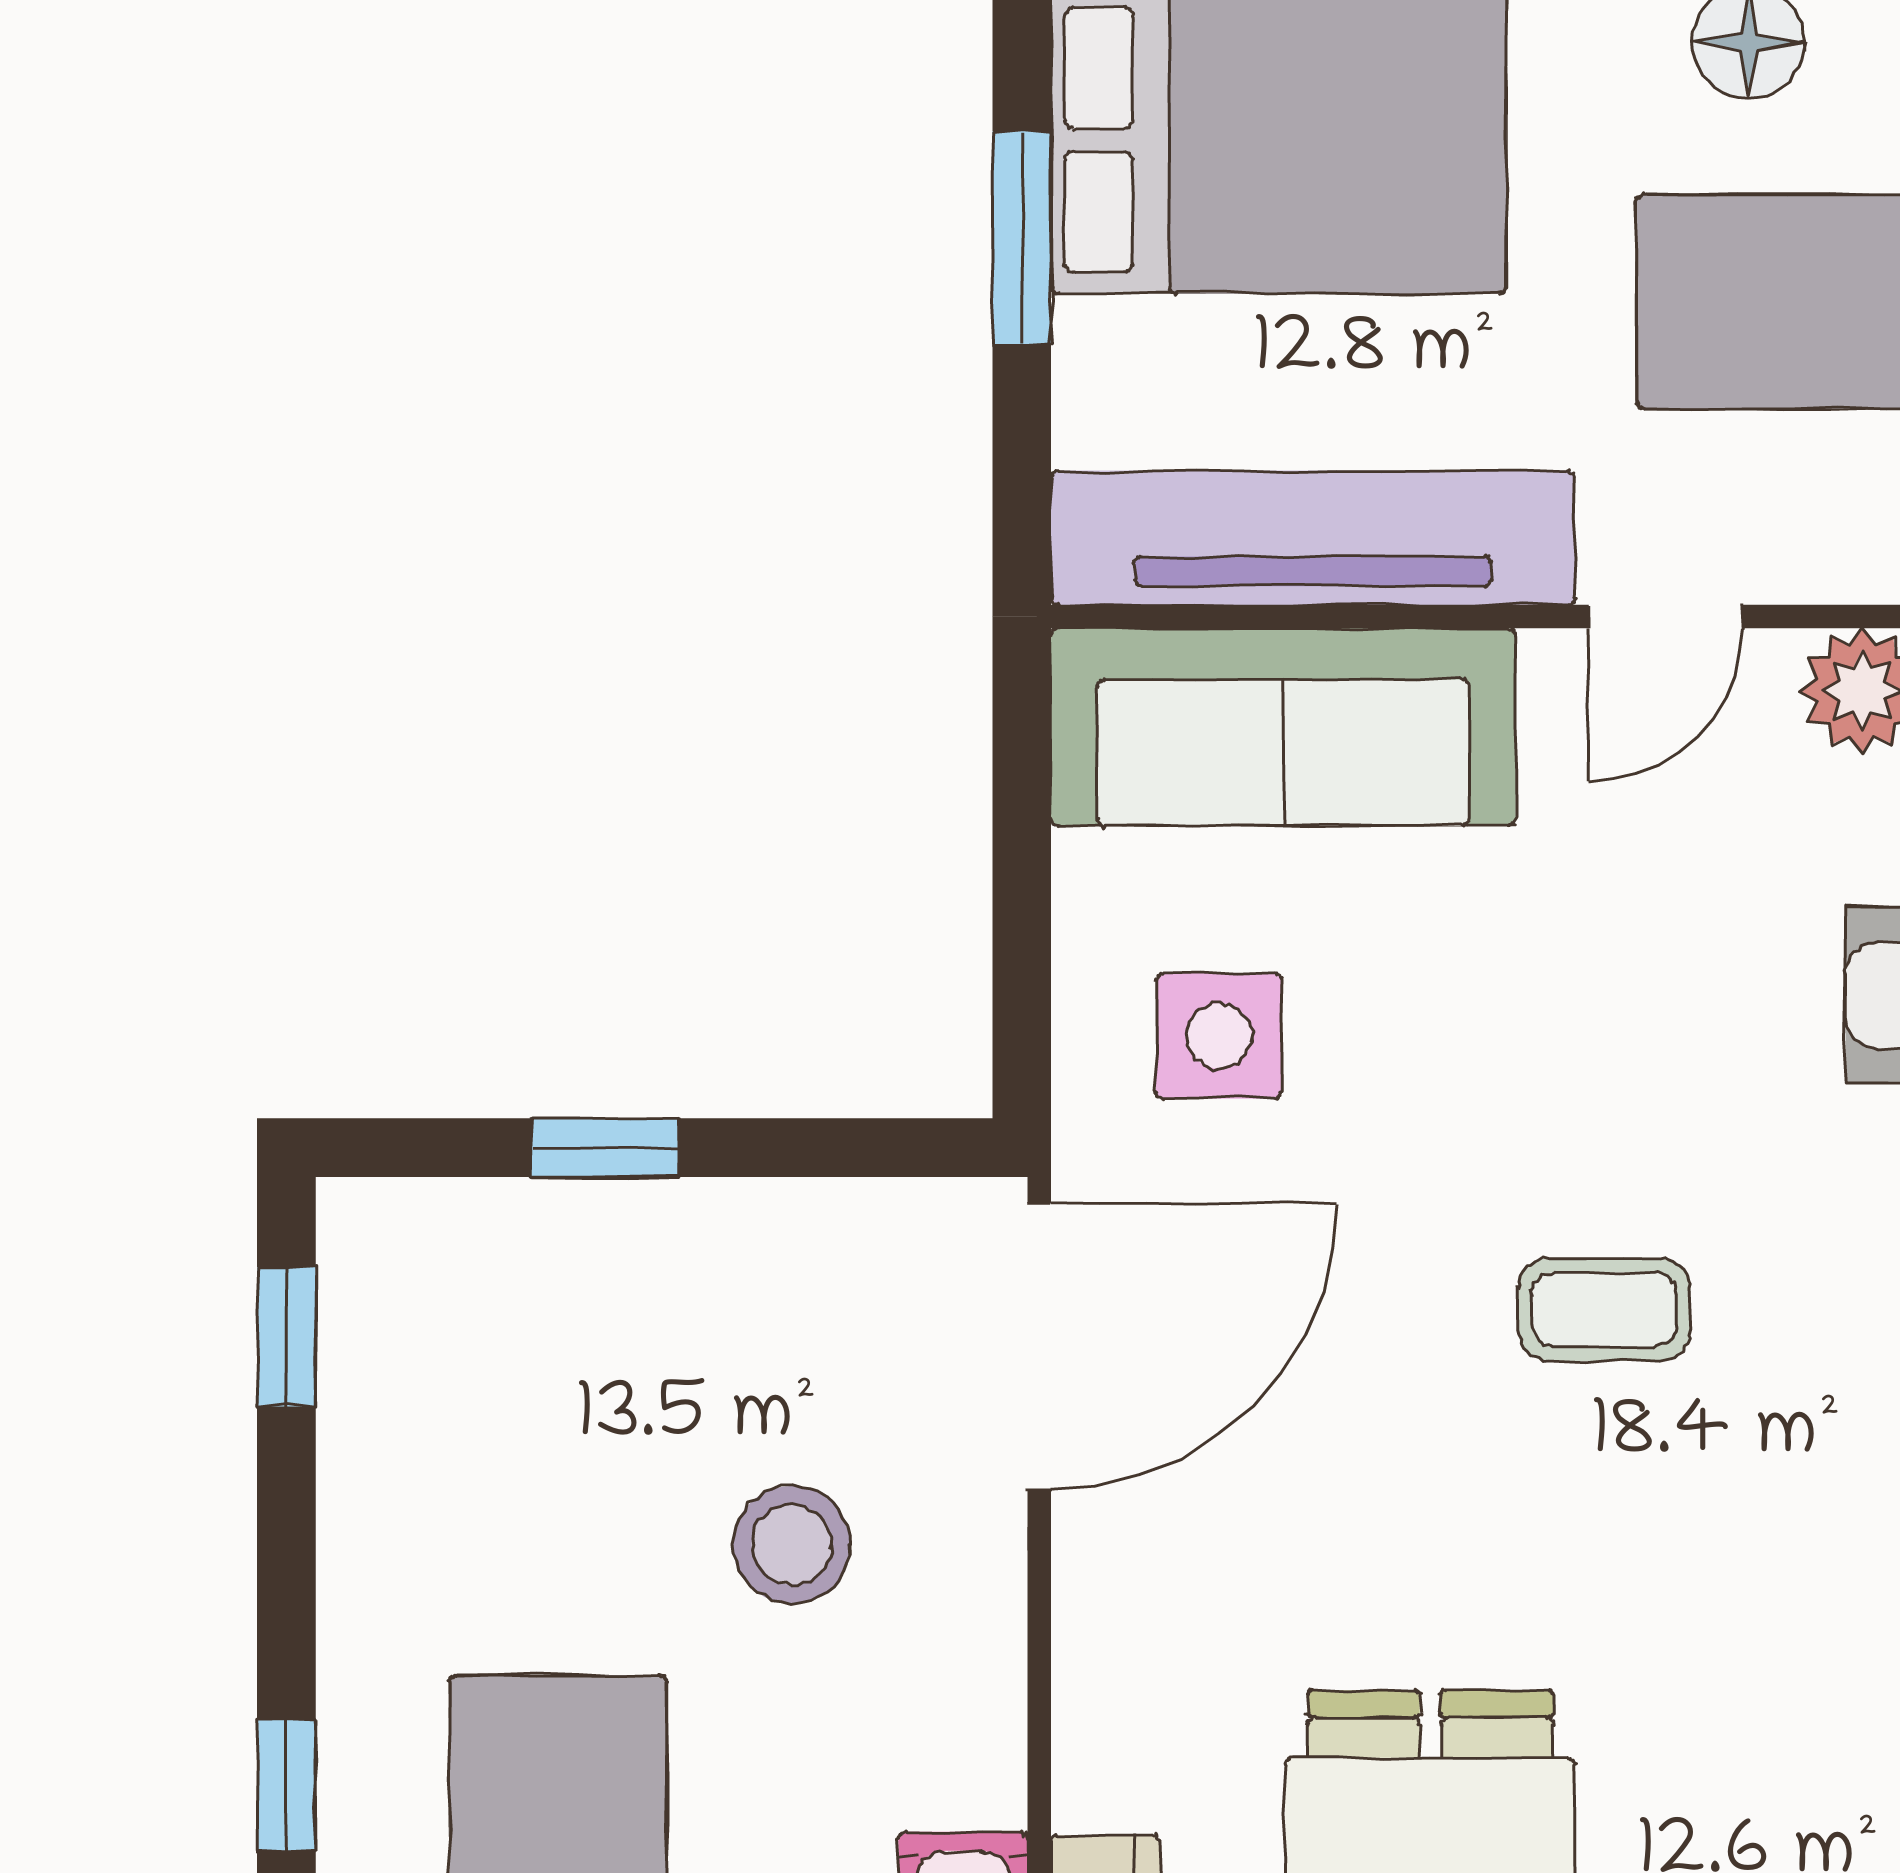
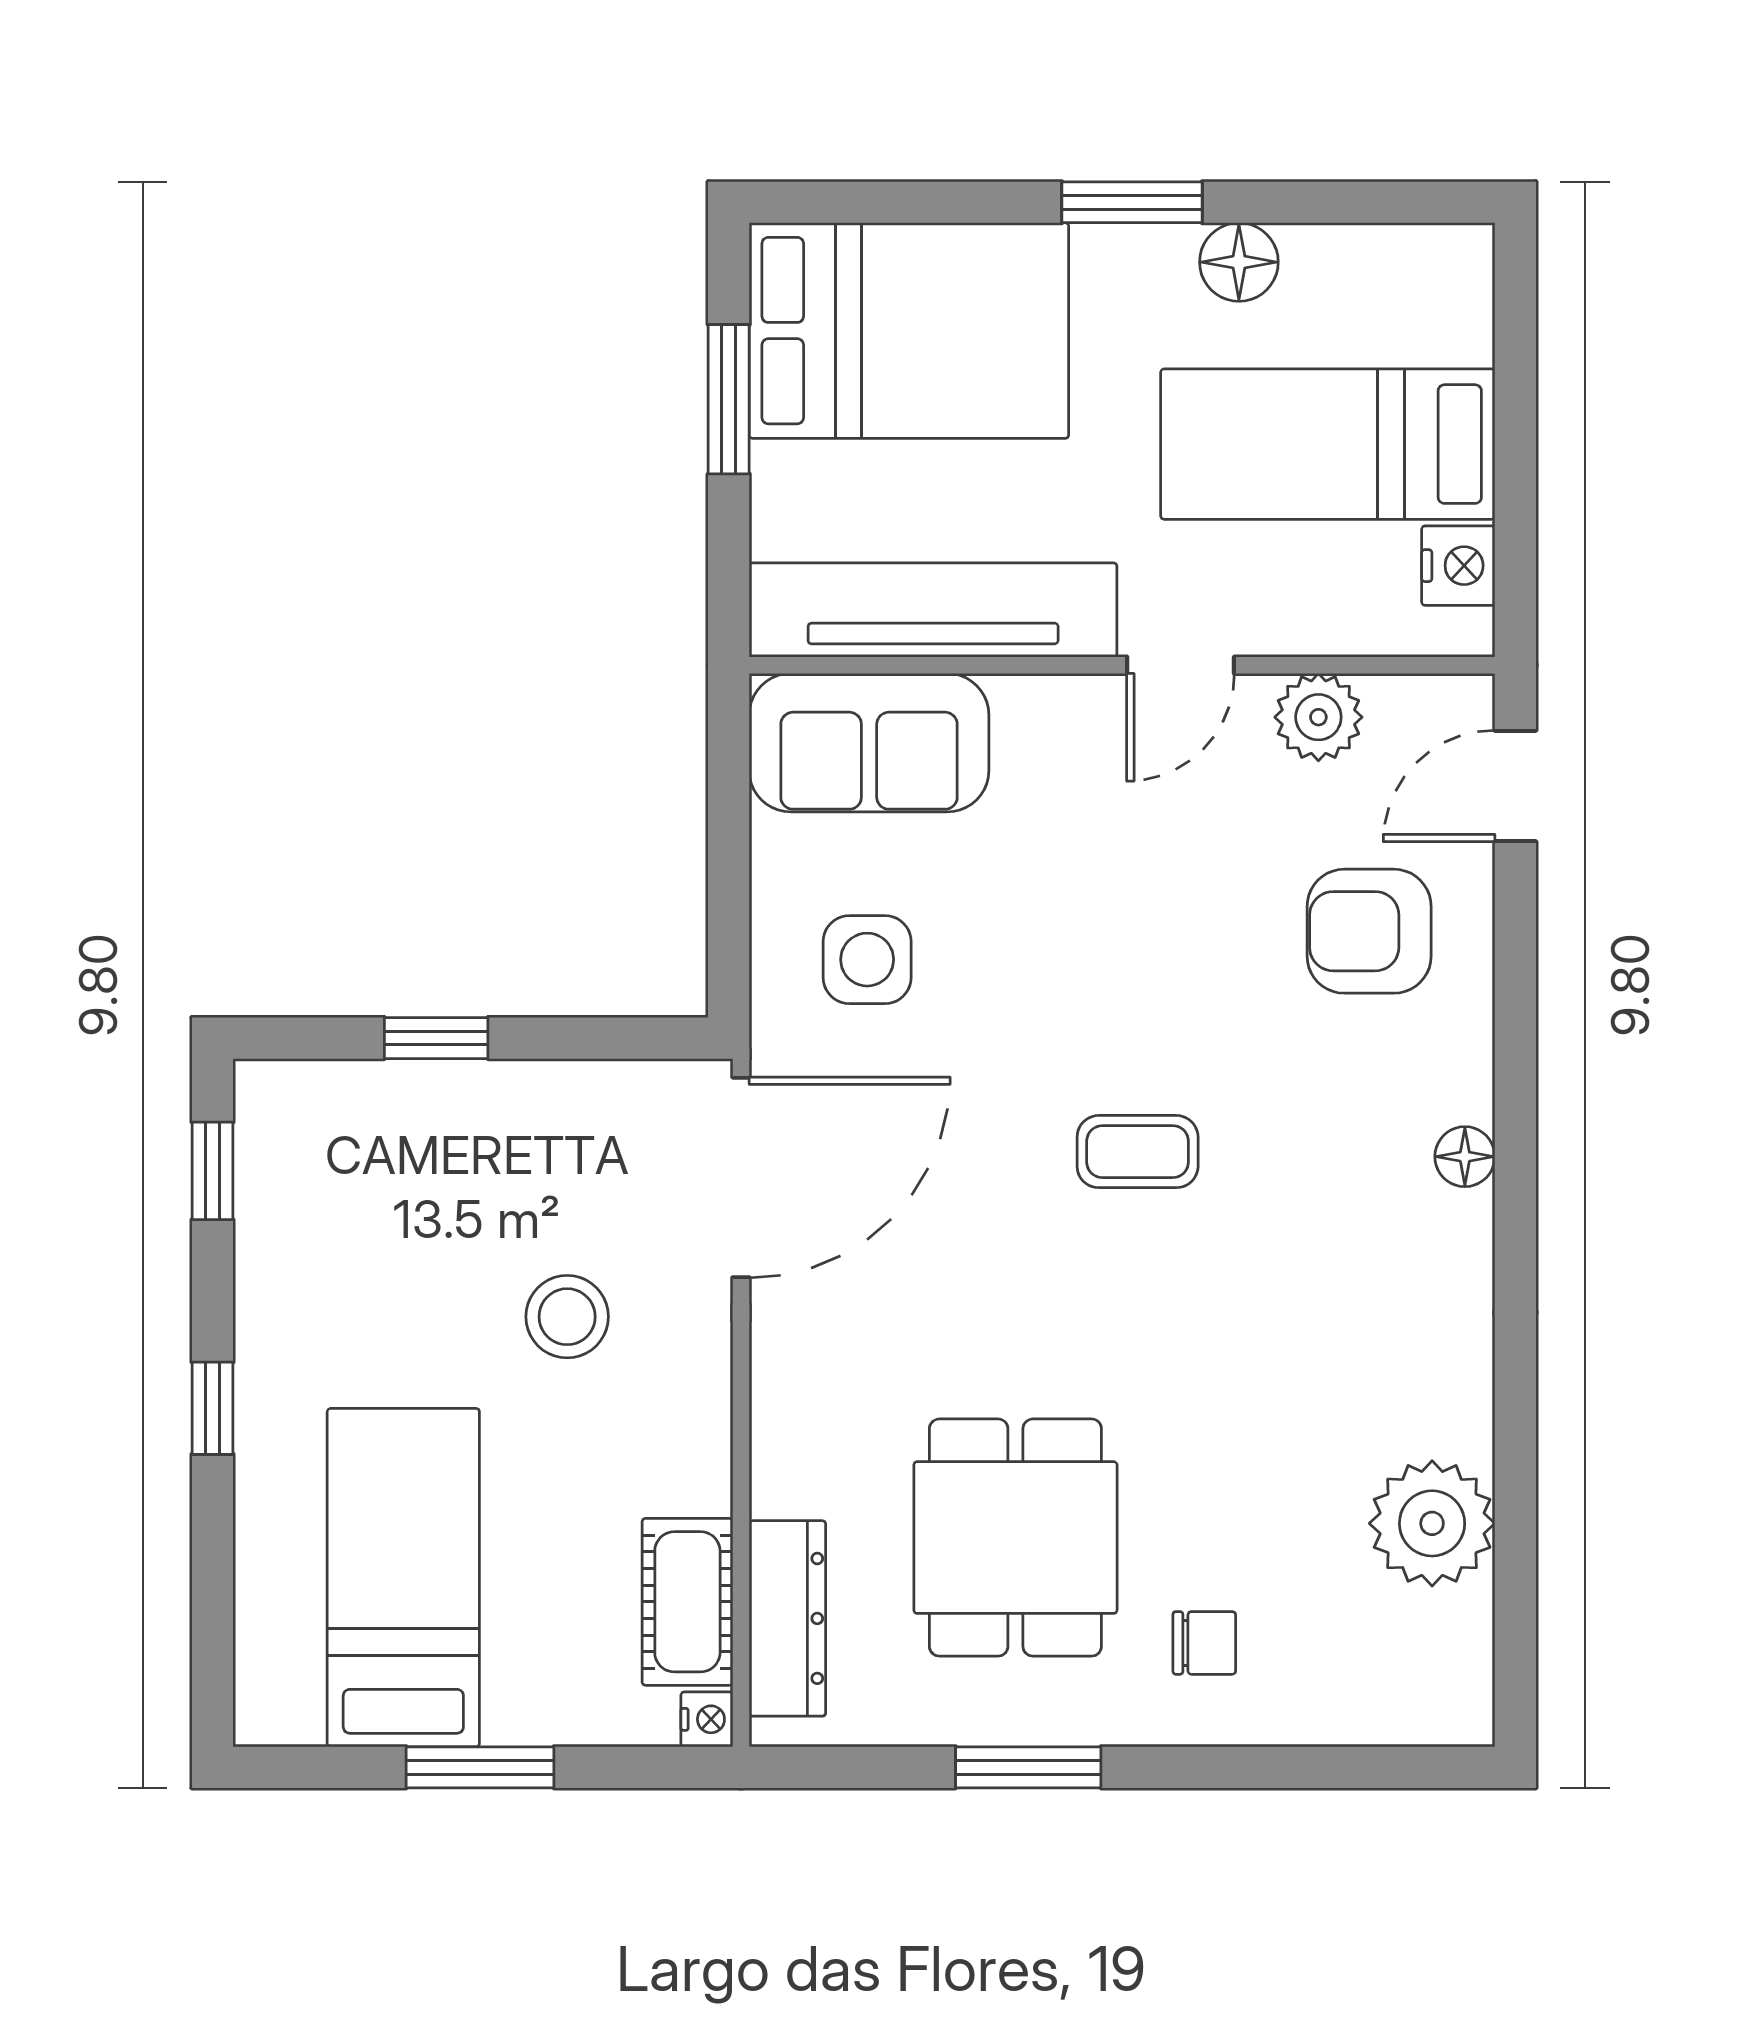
sofa: (1283, 727) -> (869, 743), width x0.73
window: (286, 1785) -> (212, 1408), moved

